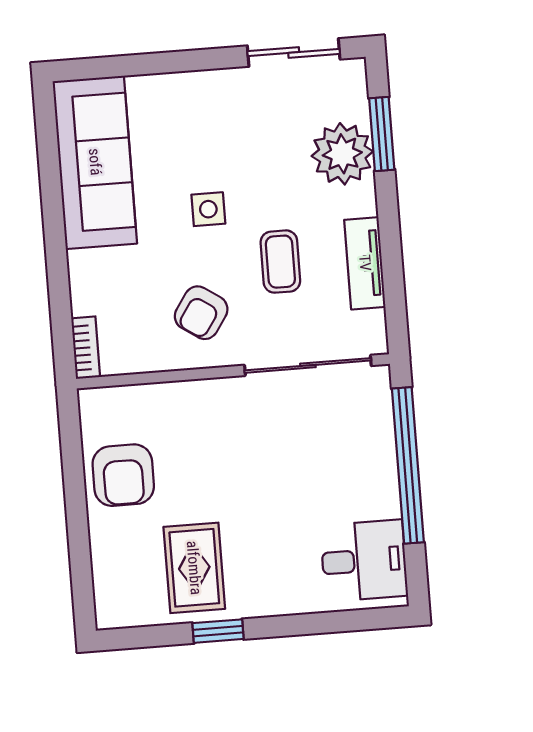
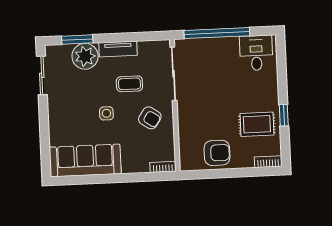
tv unit: (365, 263) -> (118, 49), moved
bookcase: (106, 598) -> (268, 162), added

